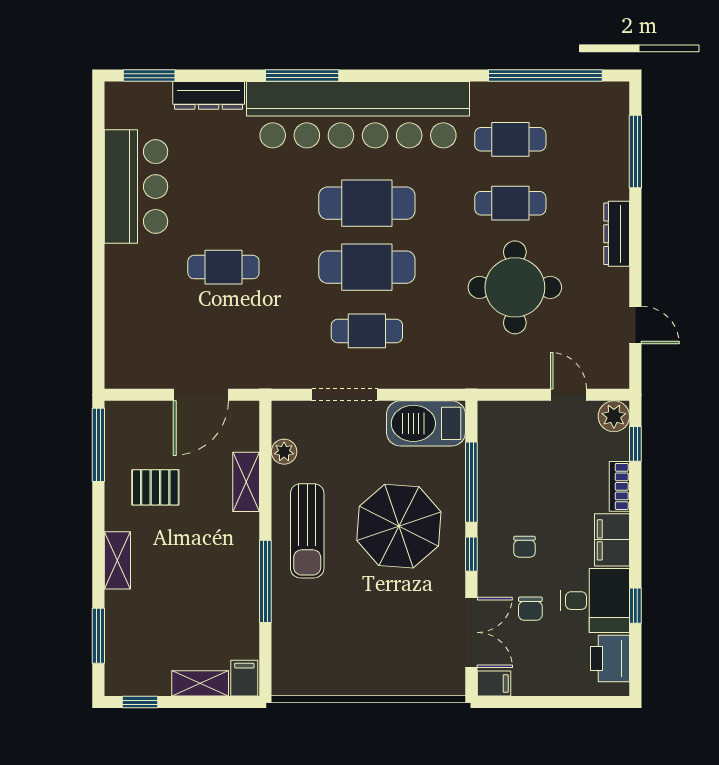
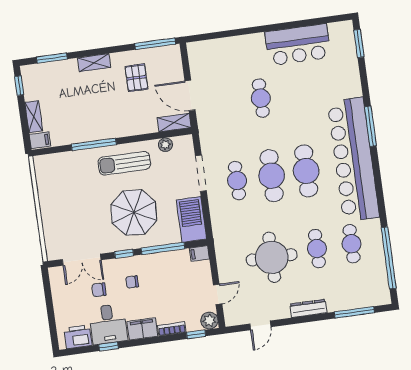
dresser: (209, 95) -> (353, 77), removed
shelving: (246, 482) -> (174, 123), moved
filing cabinet: (494, 684) -> (199, 254), moved, turned 90

